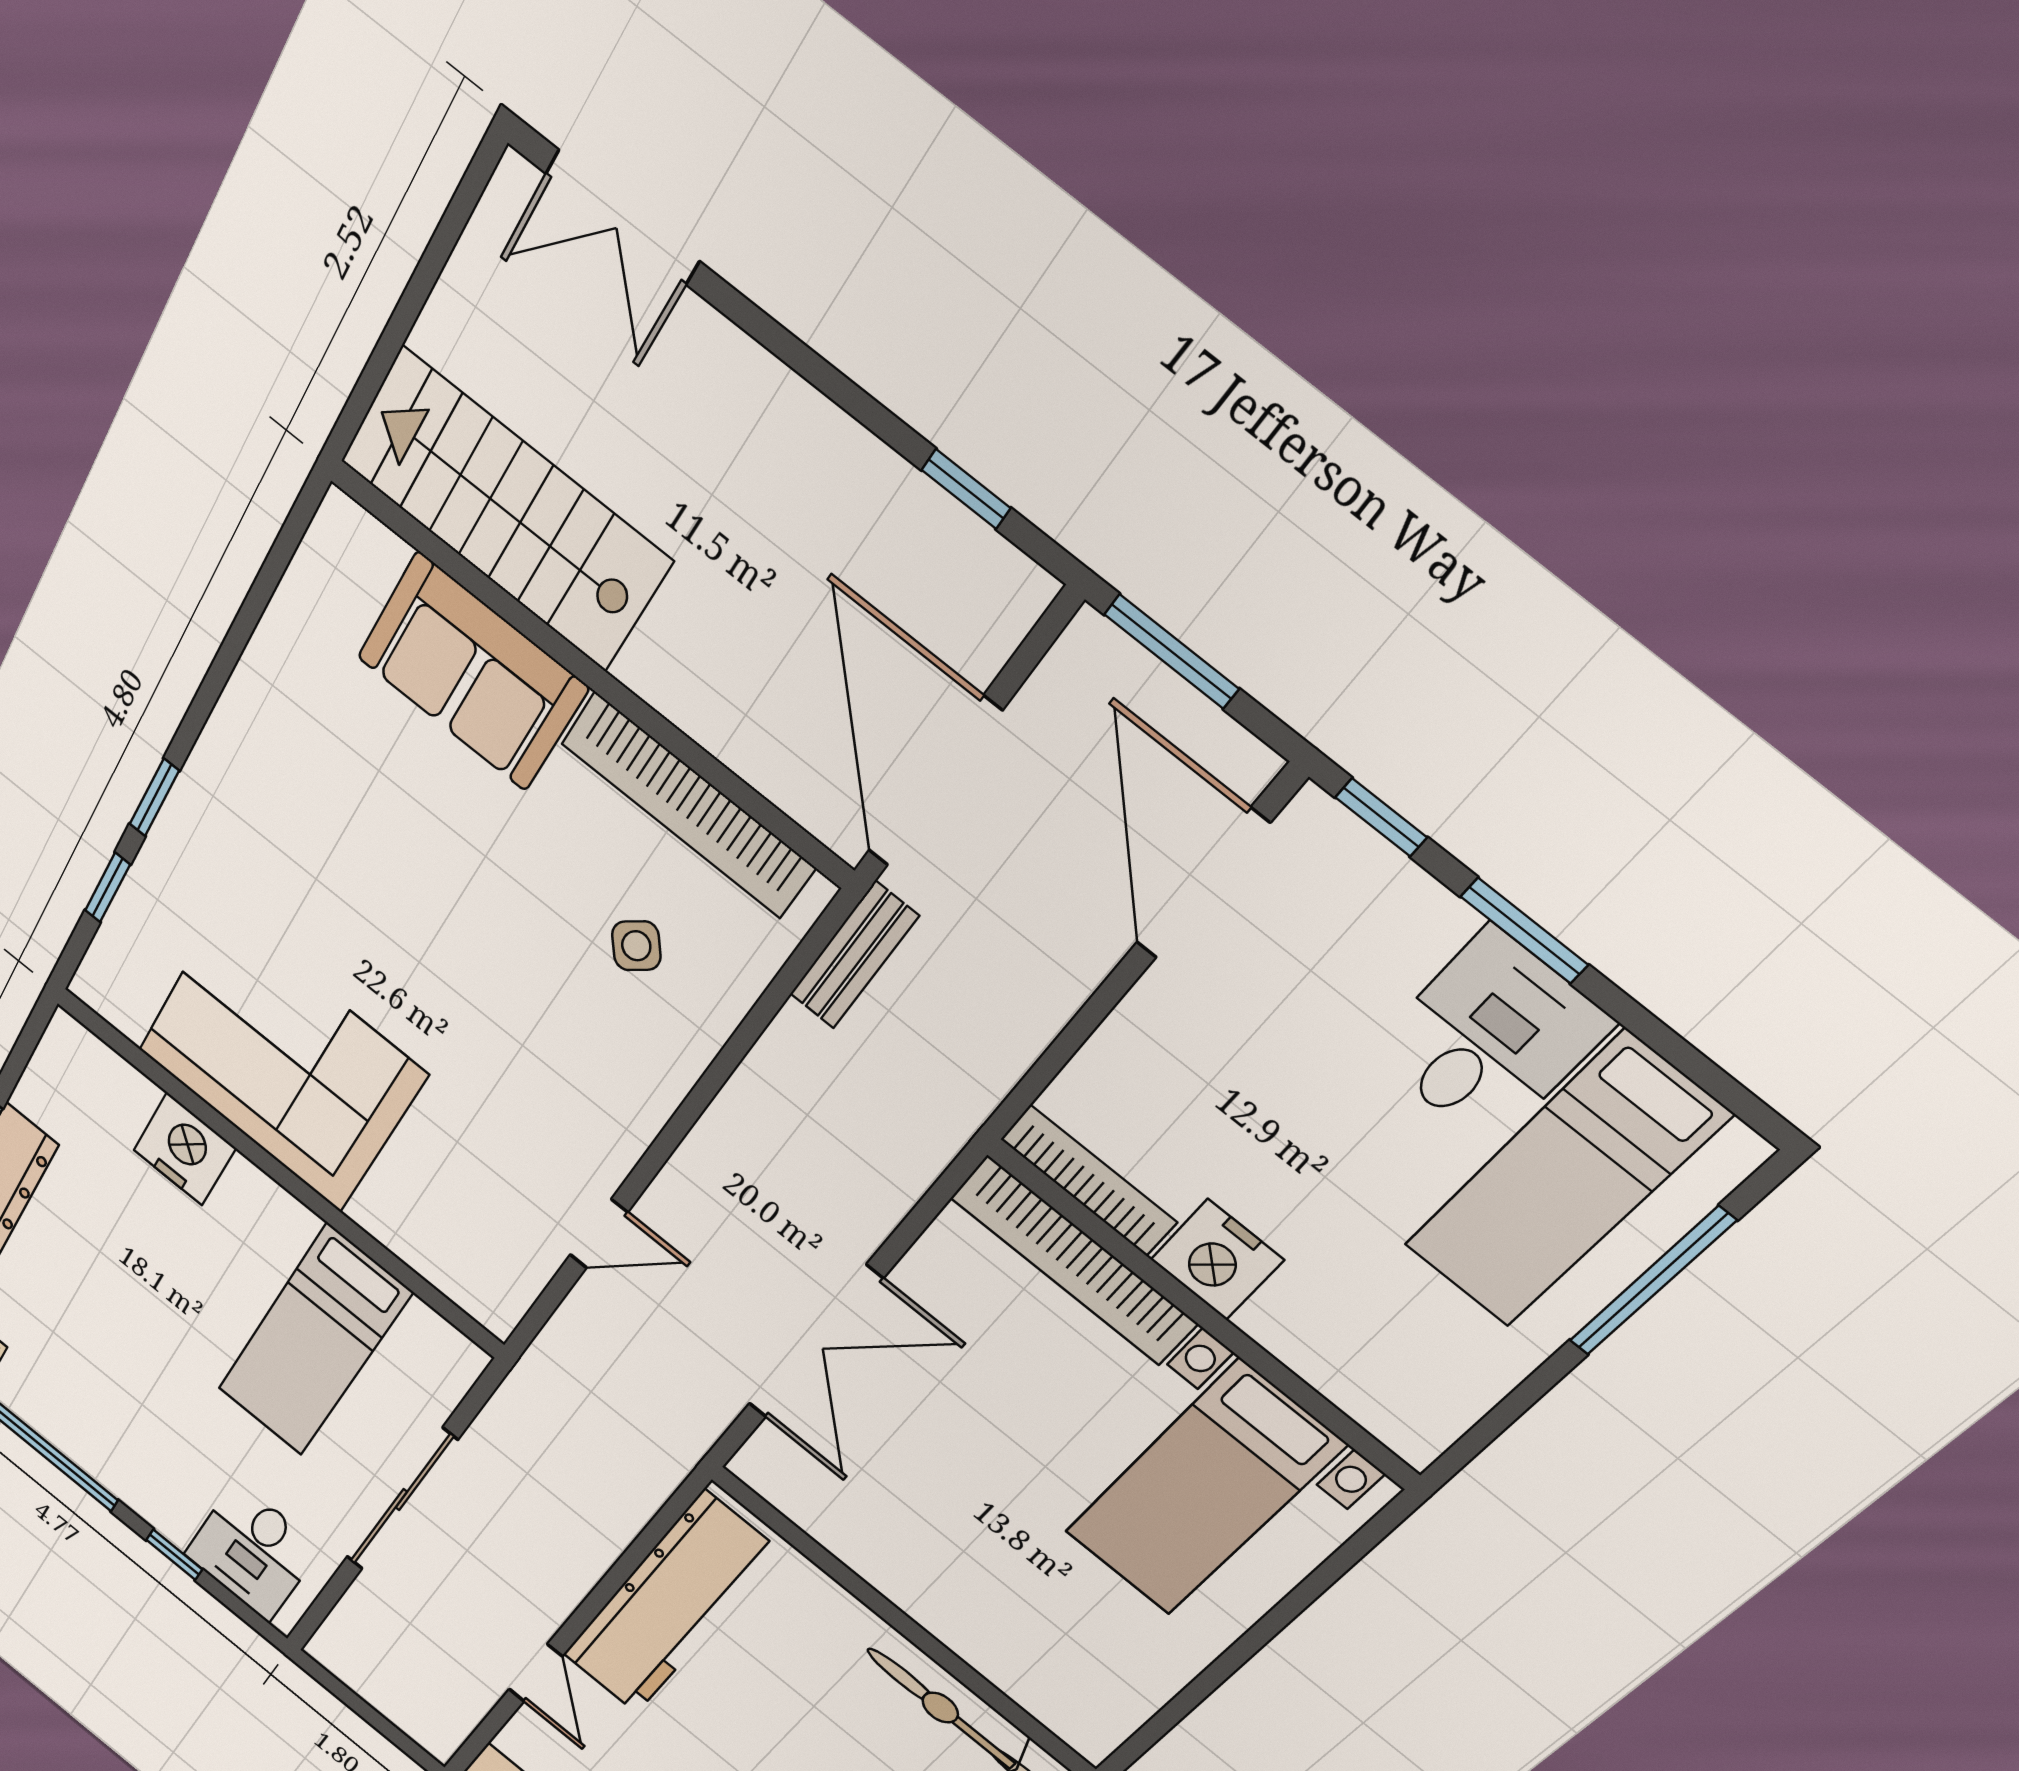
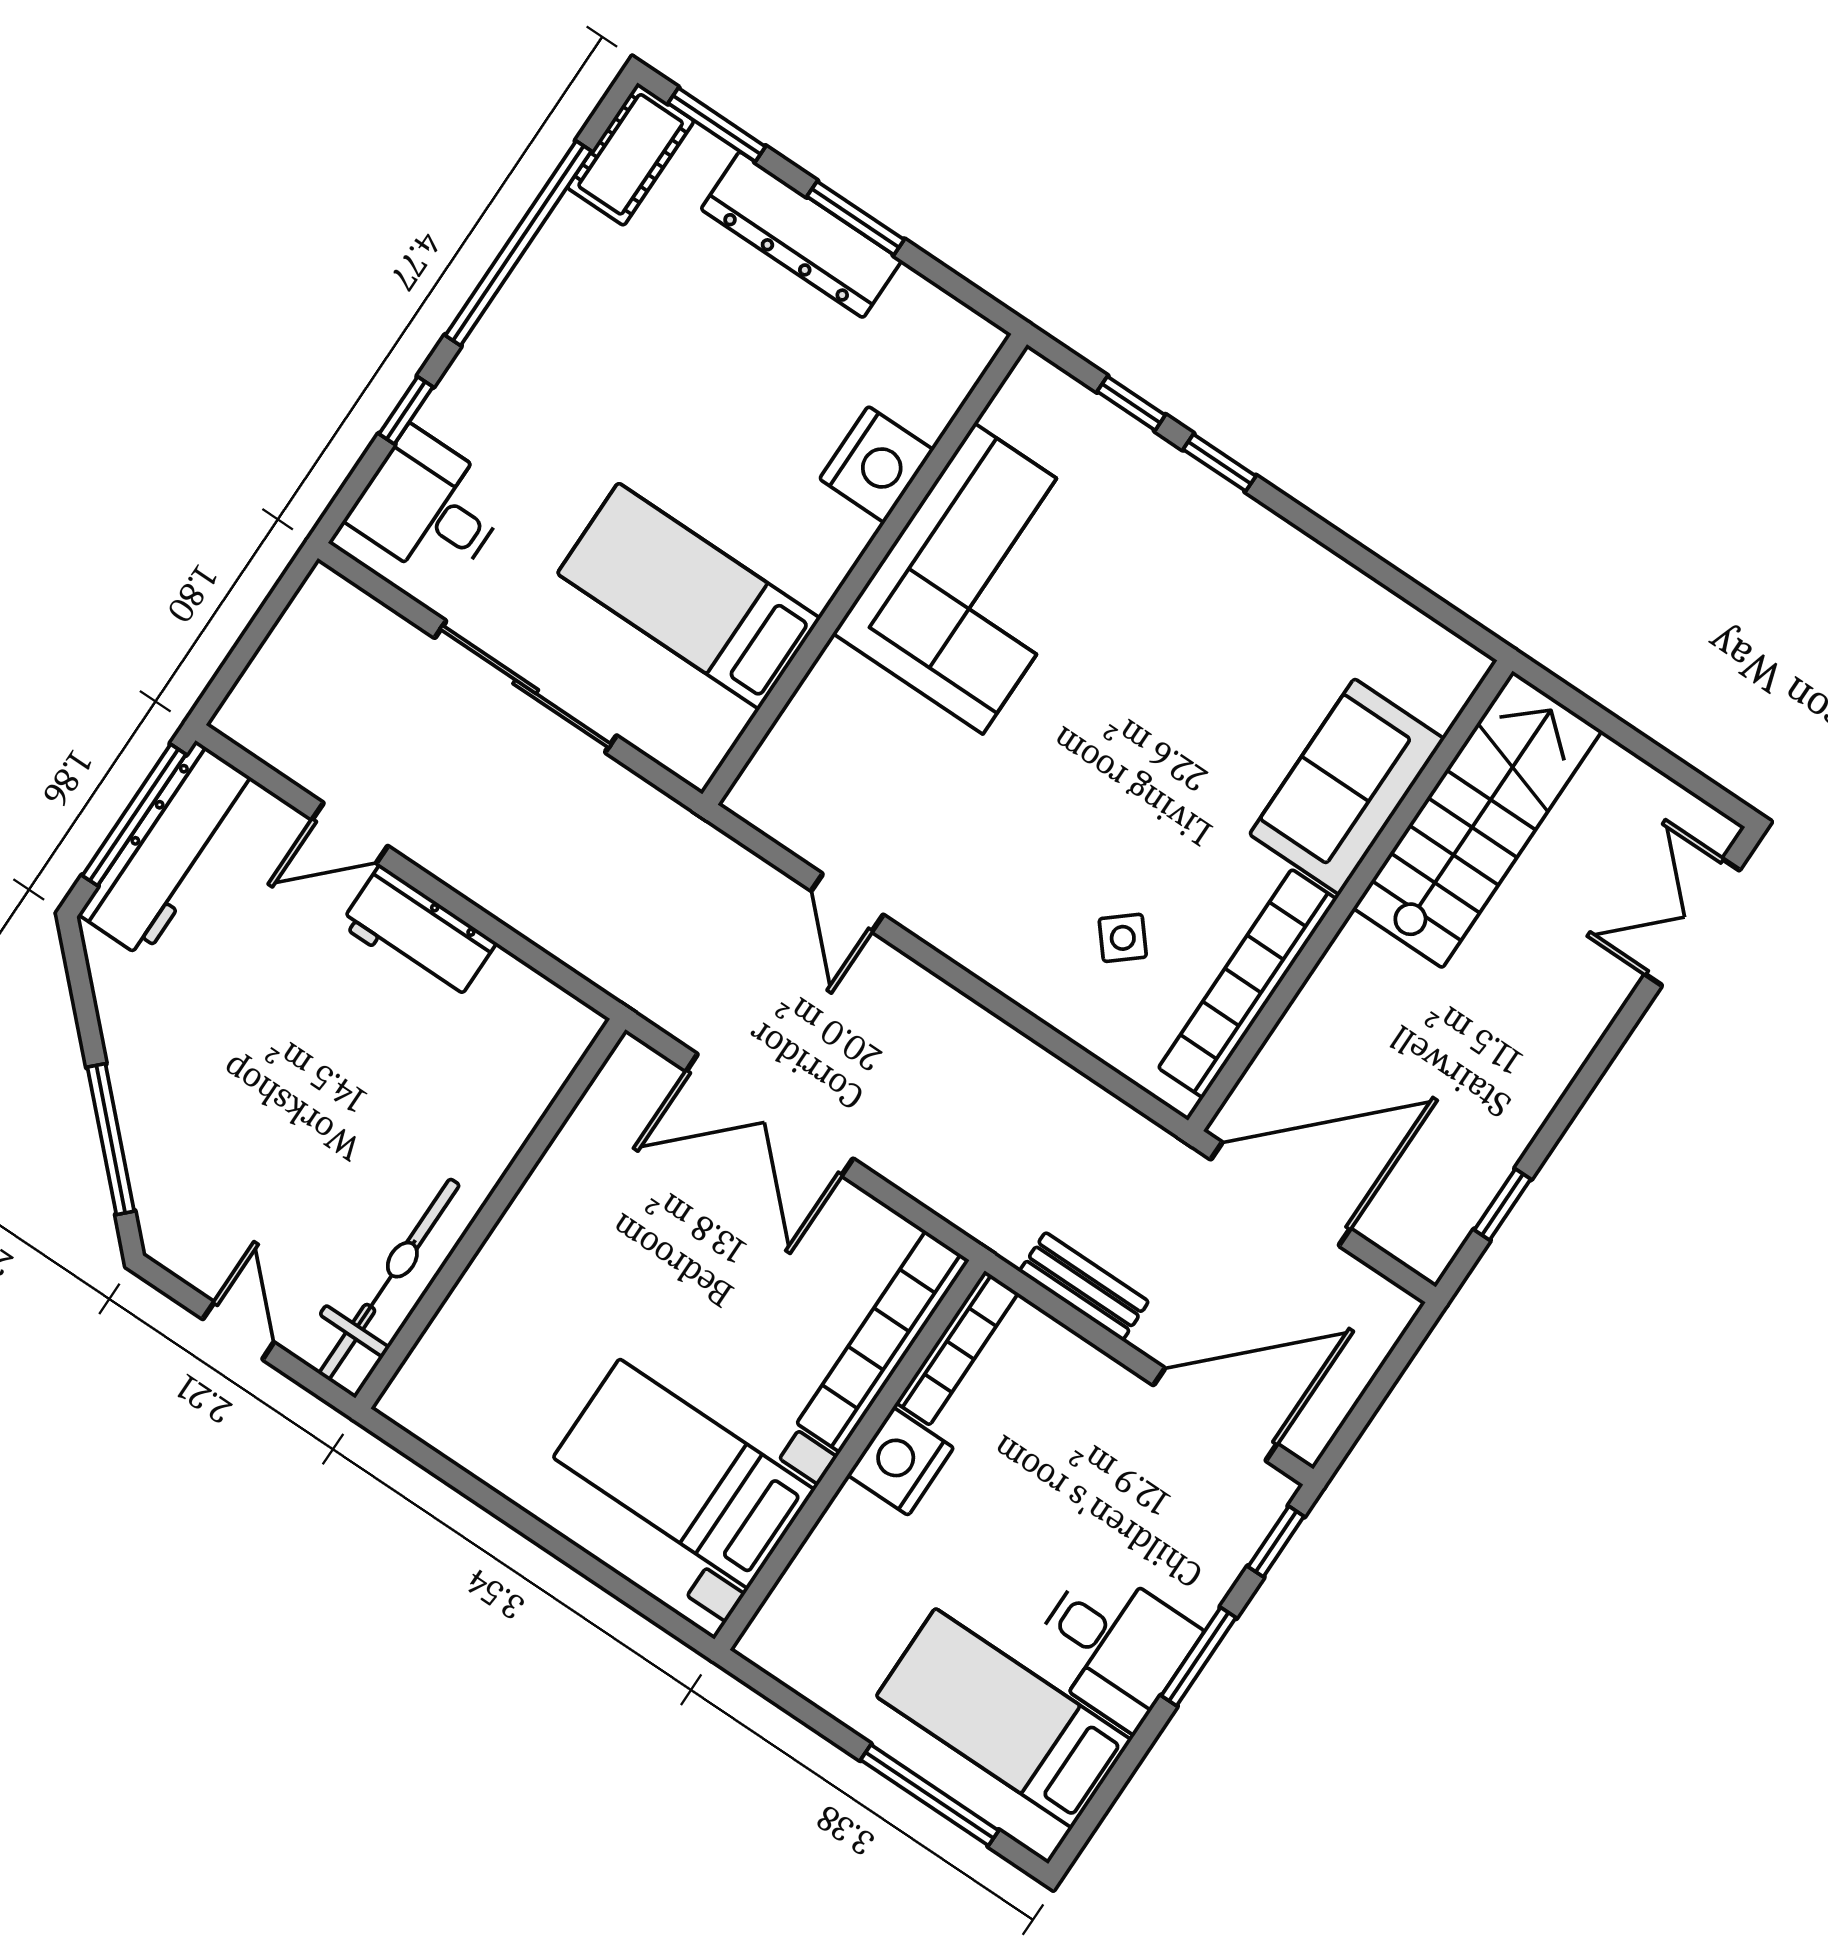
window: (1171, 651) -> (1390, 1372), removed
bench: (854, 955) -> (1084, 1286), moved
workbench: (669, 1604) -> (418, 934), width x0.53, depth x0.76

